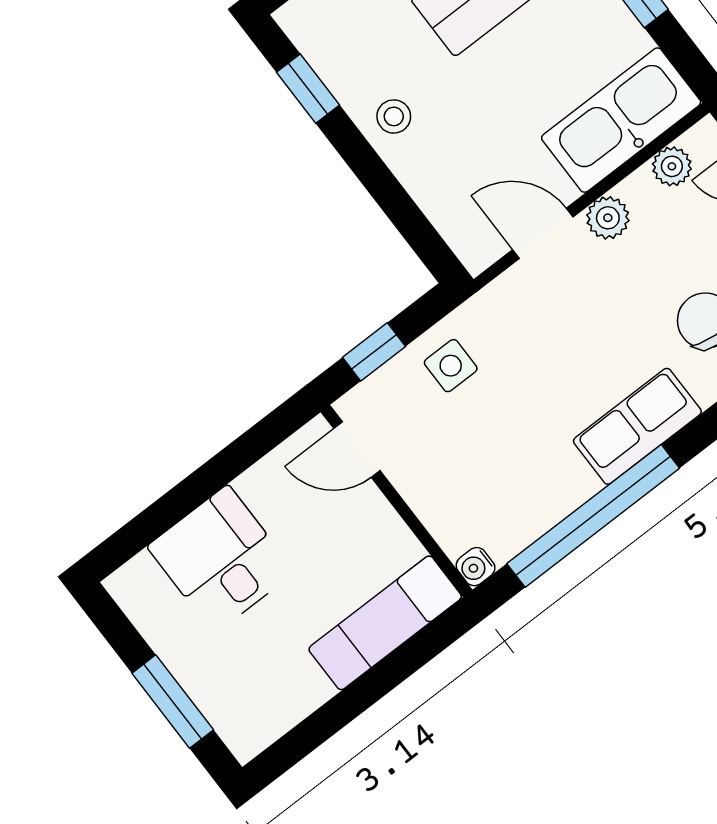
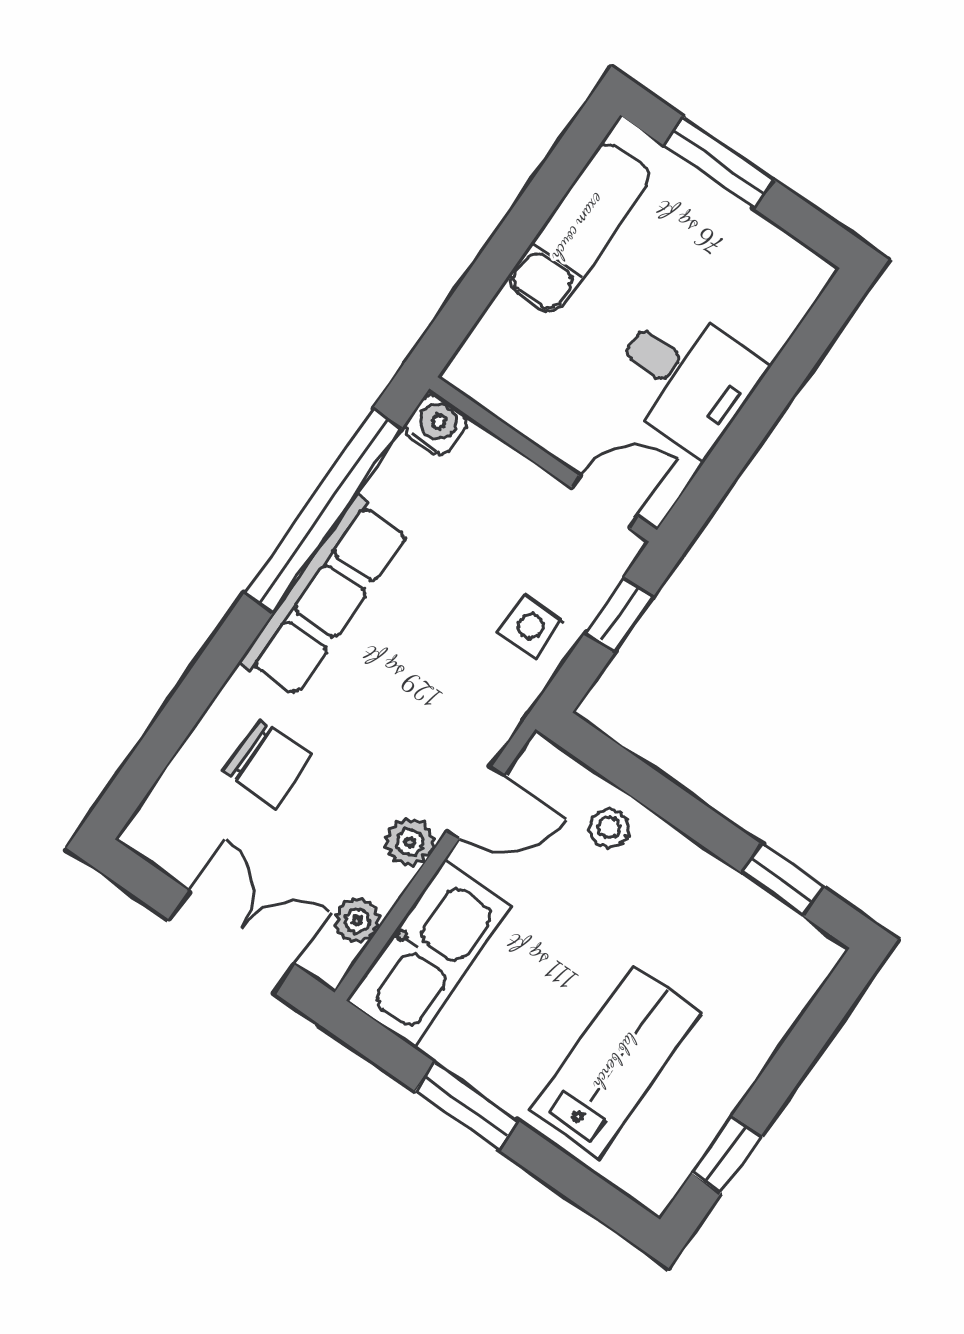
stool: (394, 116) -> (609, 828), moved
row of seats: (637, 426) -> (324, 597), width x1.48
desk: (221, 559) -> (685, 378), moved
water cooler: (476, 567) -> (436, 425), width x1.38, depth x1.38
exam couch: (385, 623) -> (579, 228), moved

